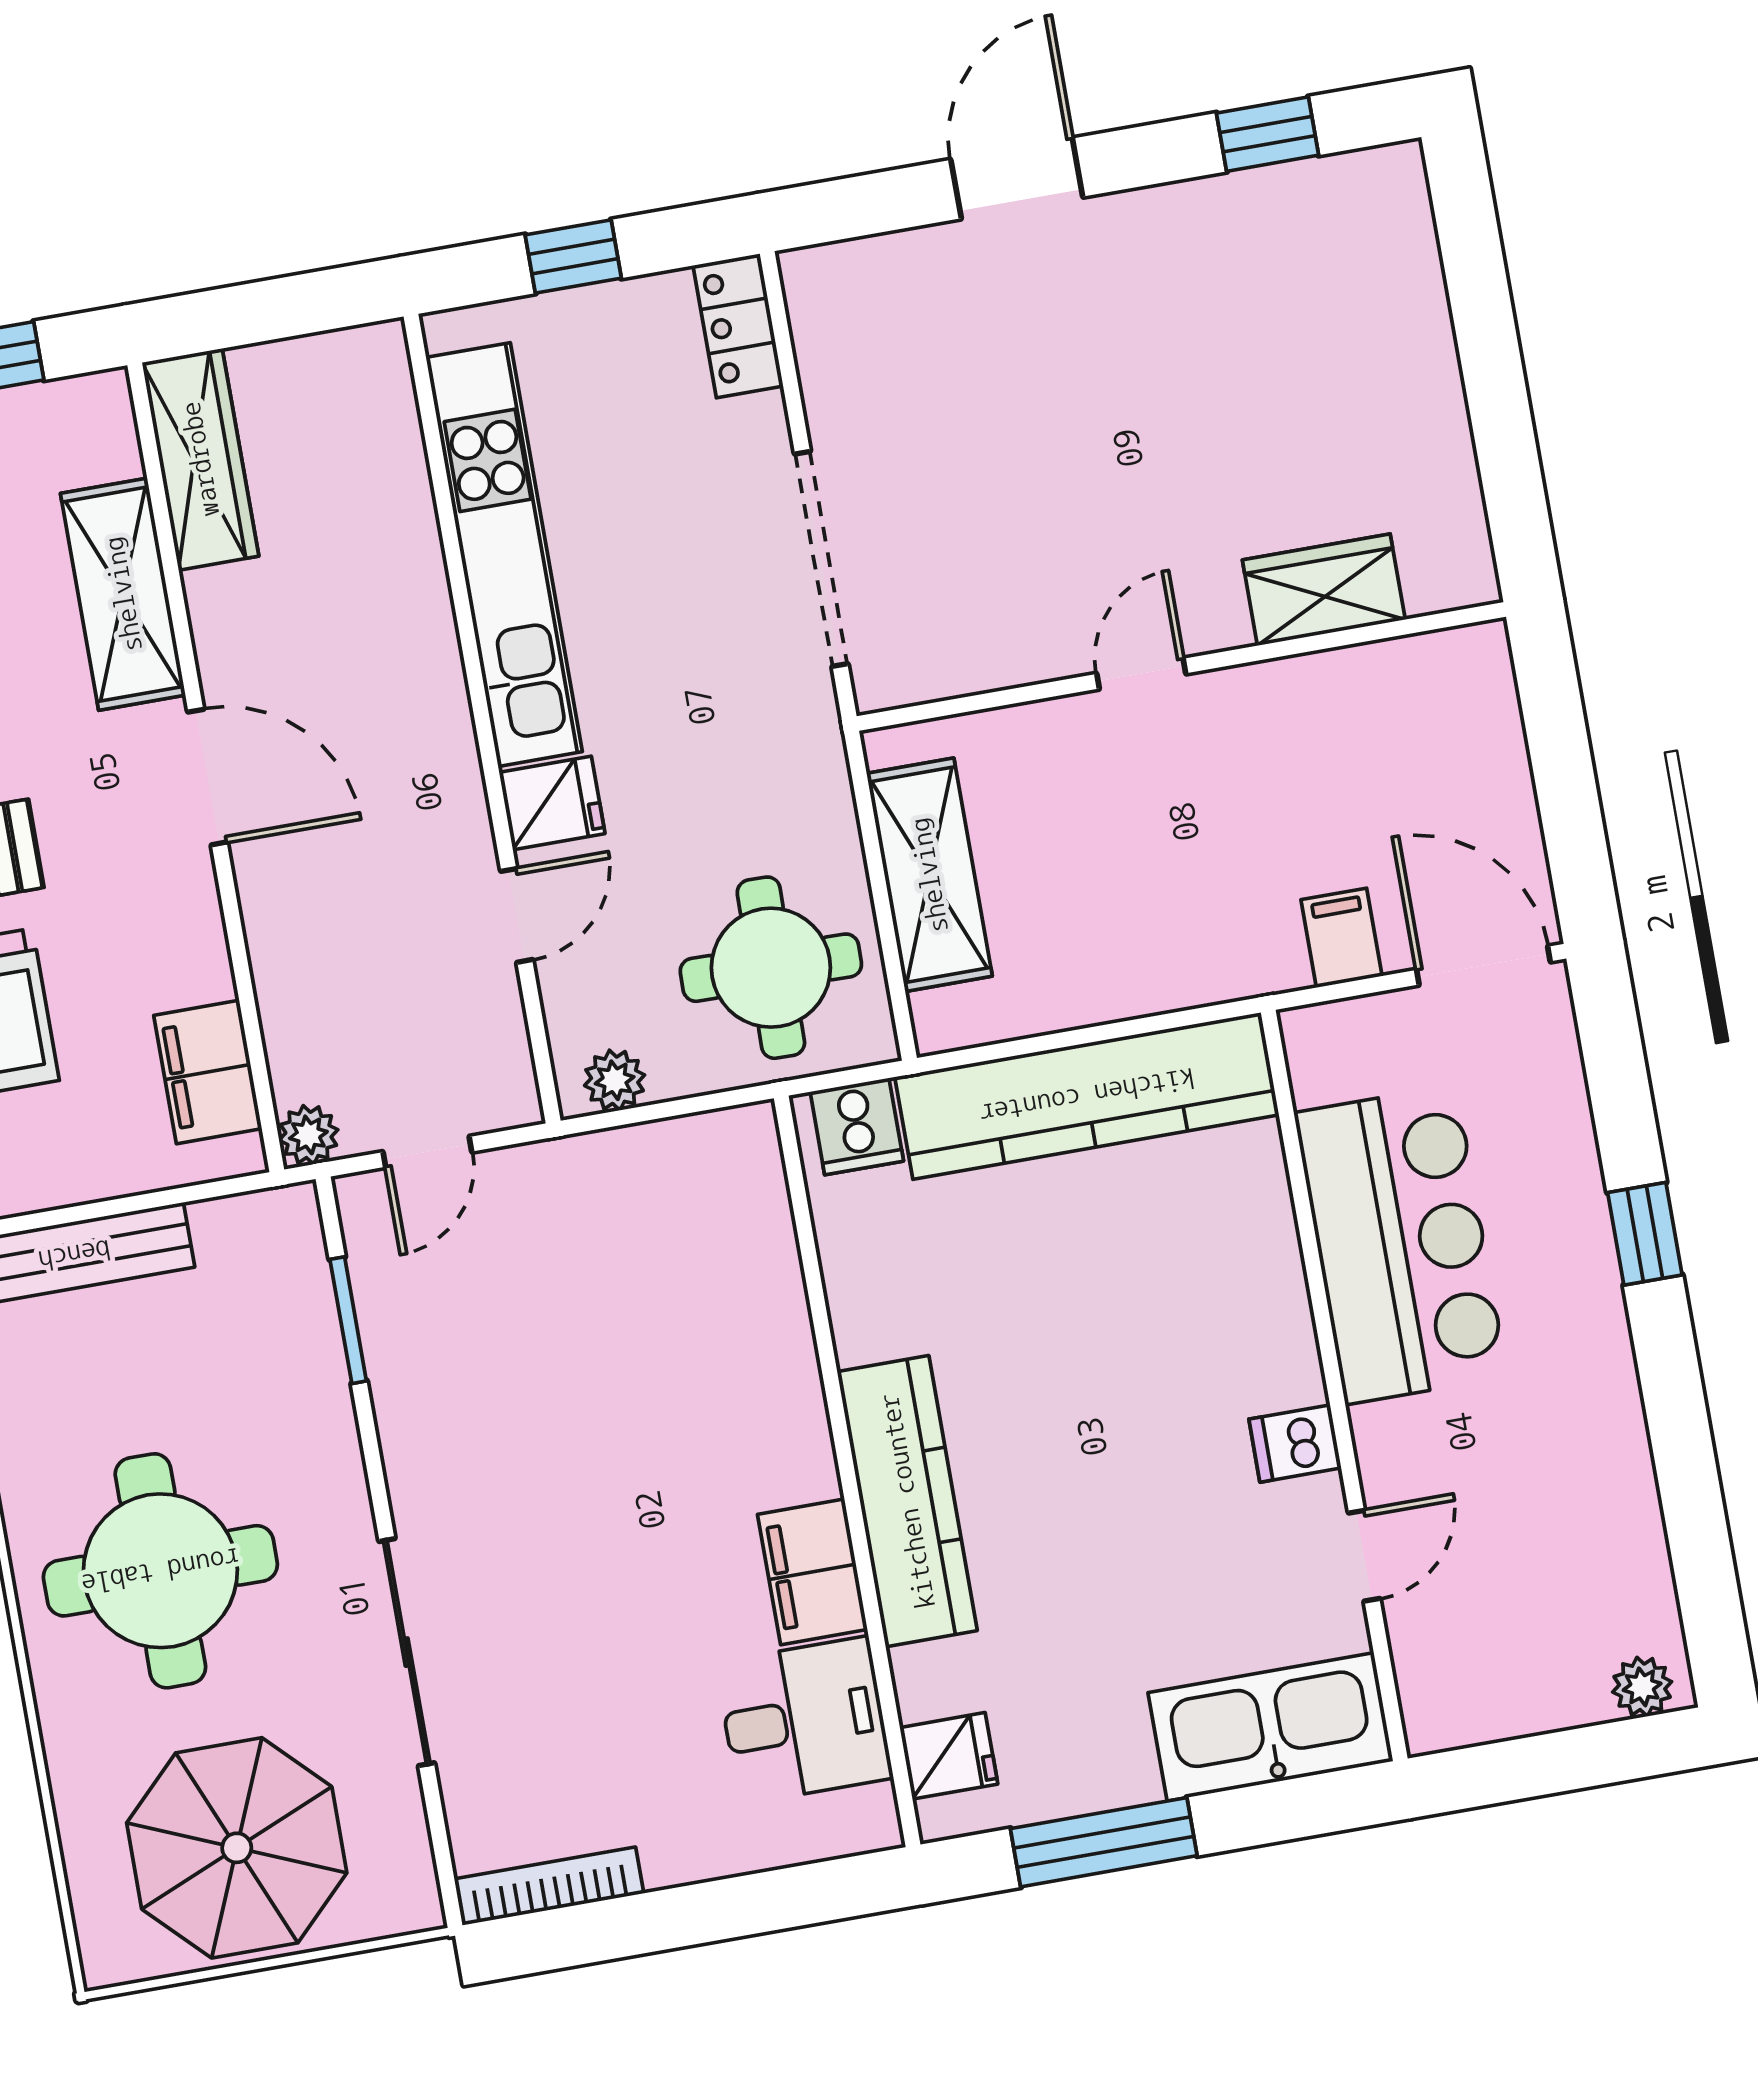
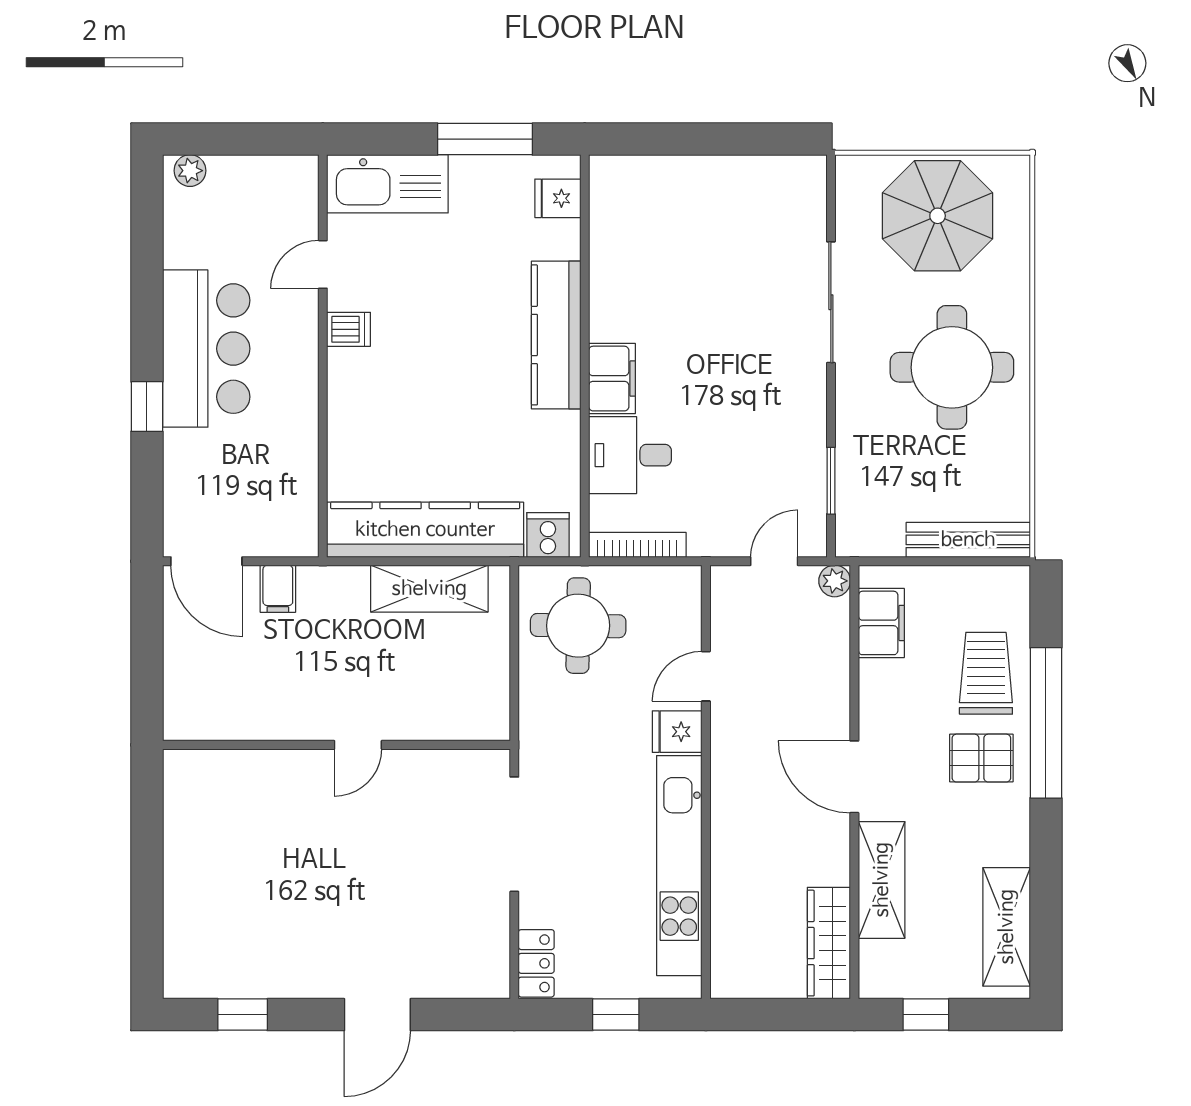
wardrobe: (1324, 590) -> (255, 772), removed
shelving: (929, 875) -> (429, 589), moved, turned 90
plant: (615, 1080) -> (670, 581), removed
bar counter: (1401, 1245) -> (206, 349), moved, turned 180
filing cabinet: (813, 1572) -> (612, 379), moved
desk: (804, 1720) -> (630, 455), moved
bookcase: (549, 1886) -> (637, 545), moved, turned 180

